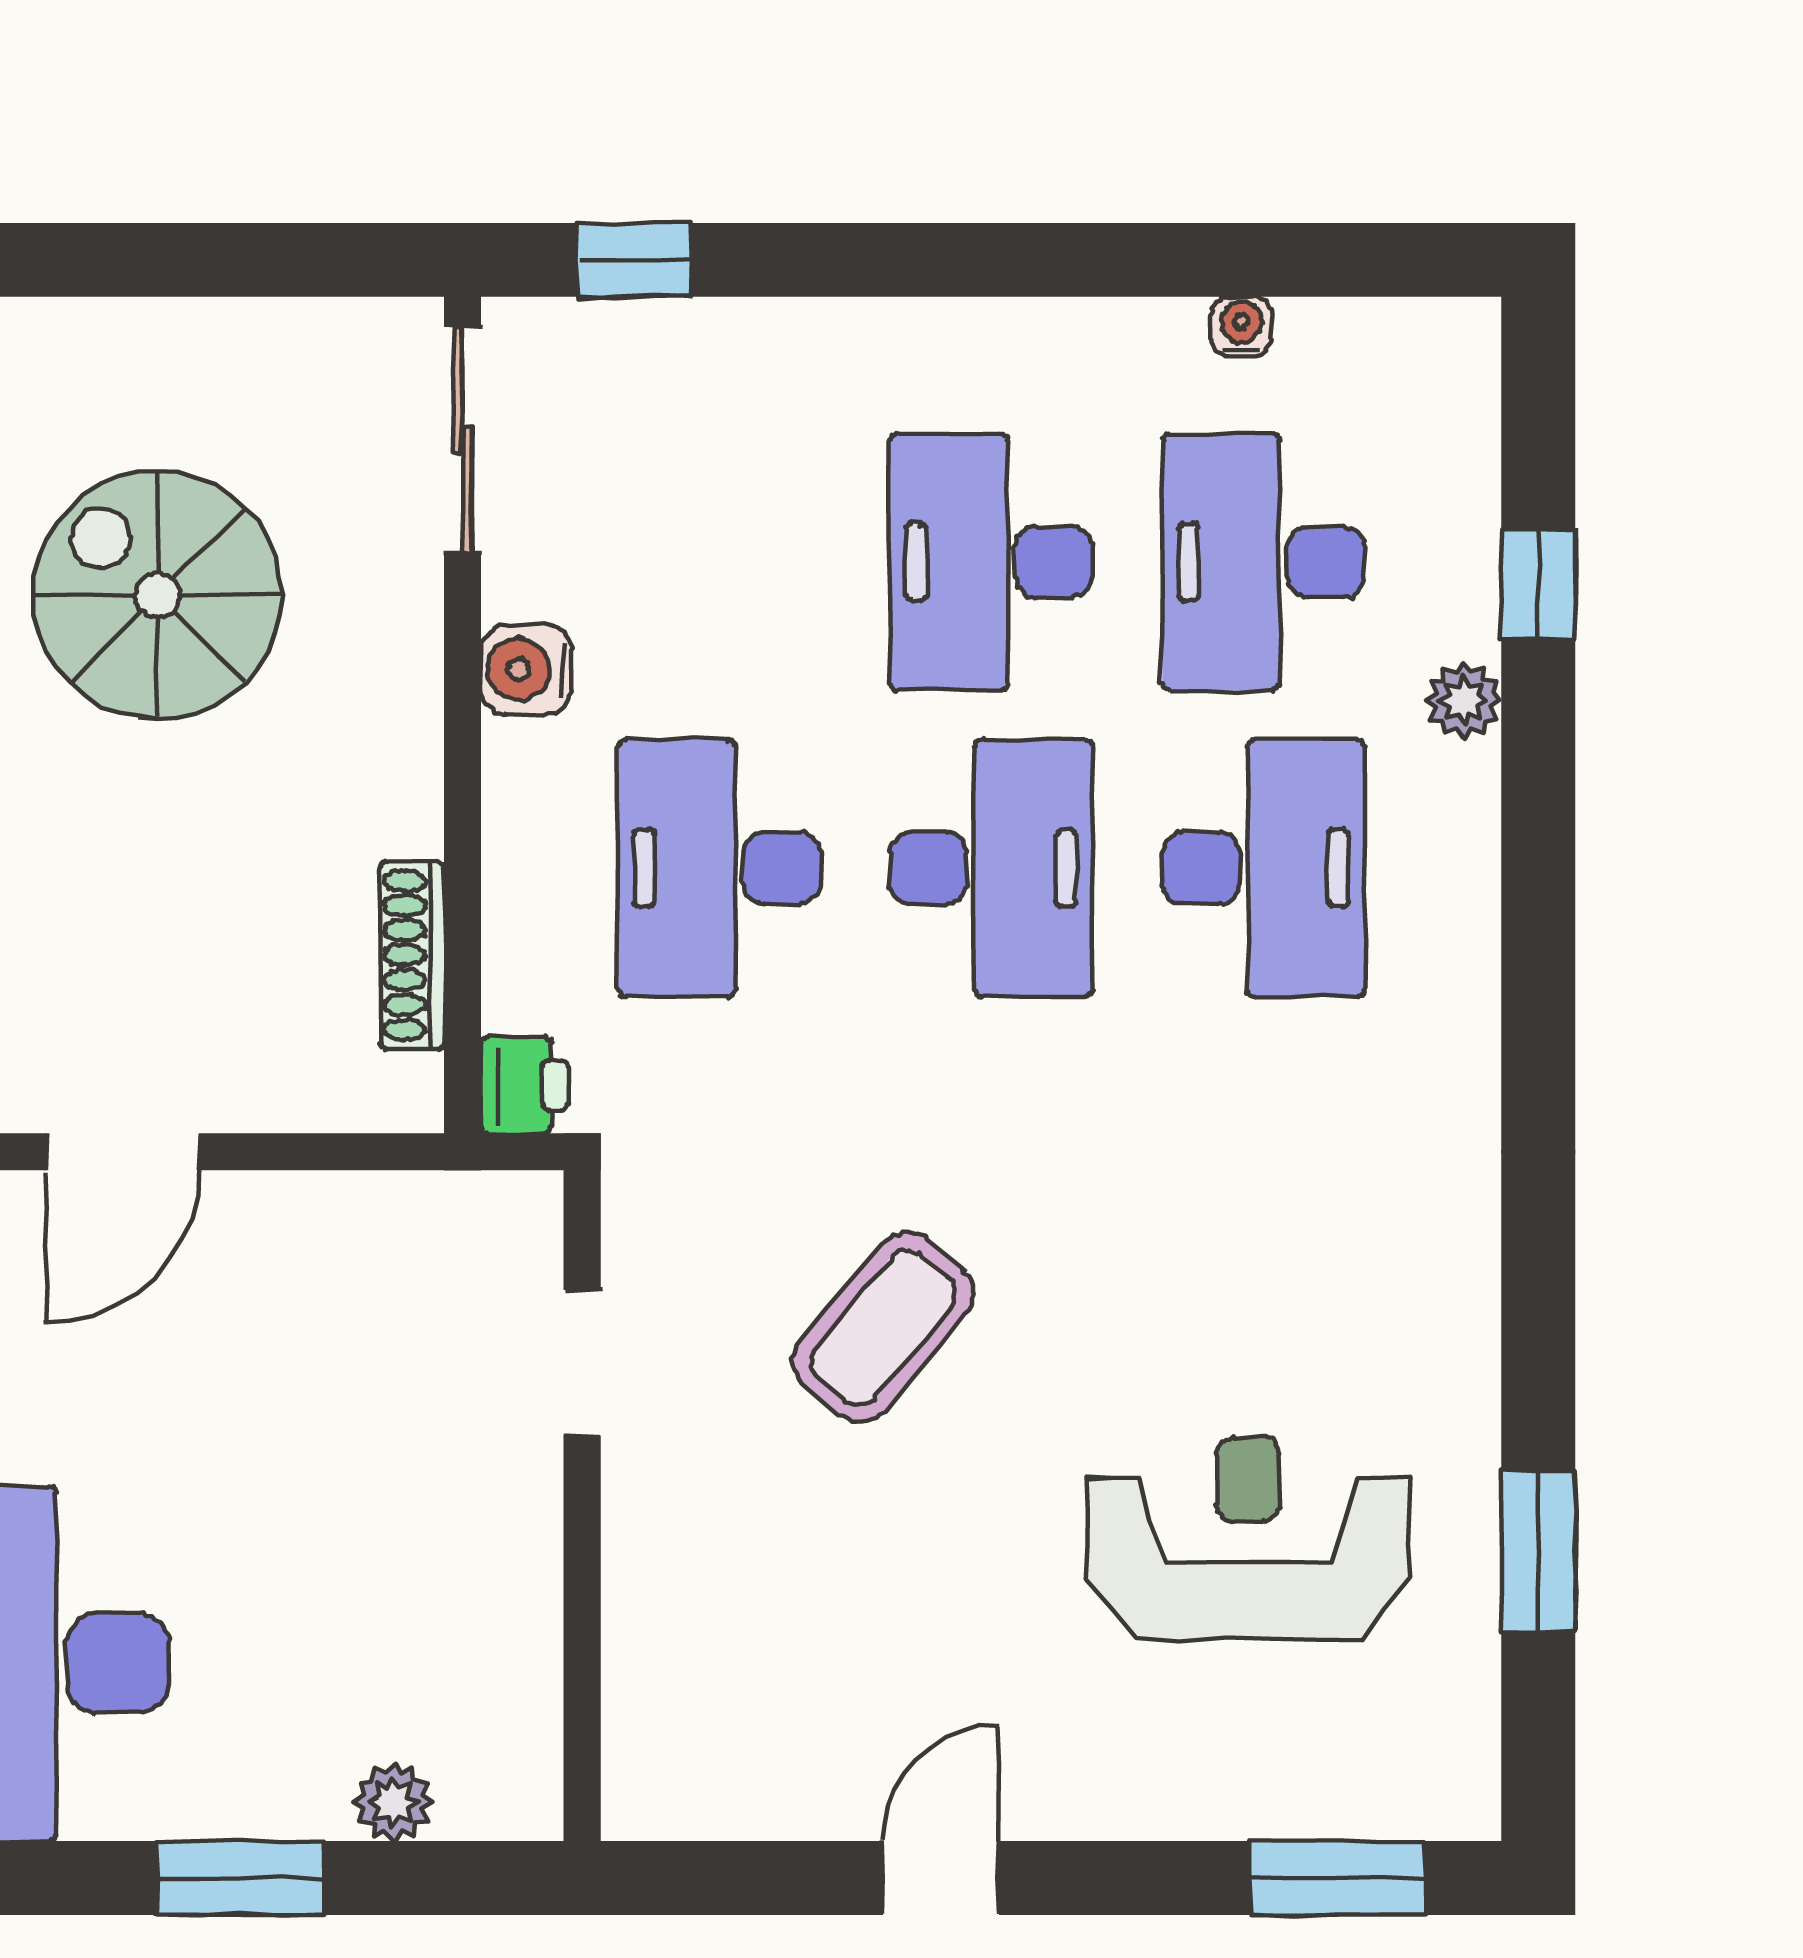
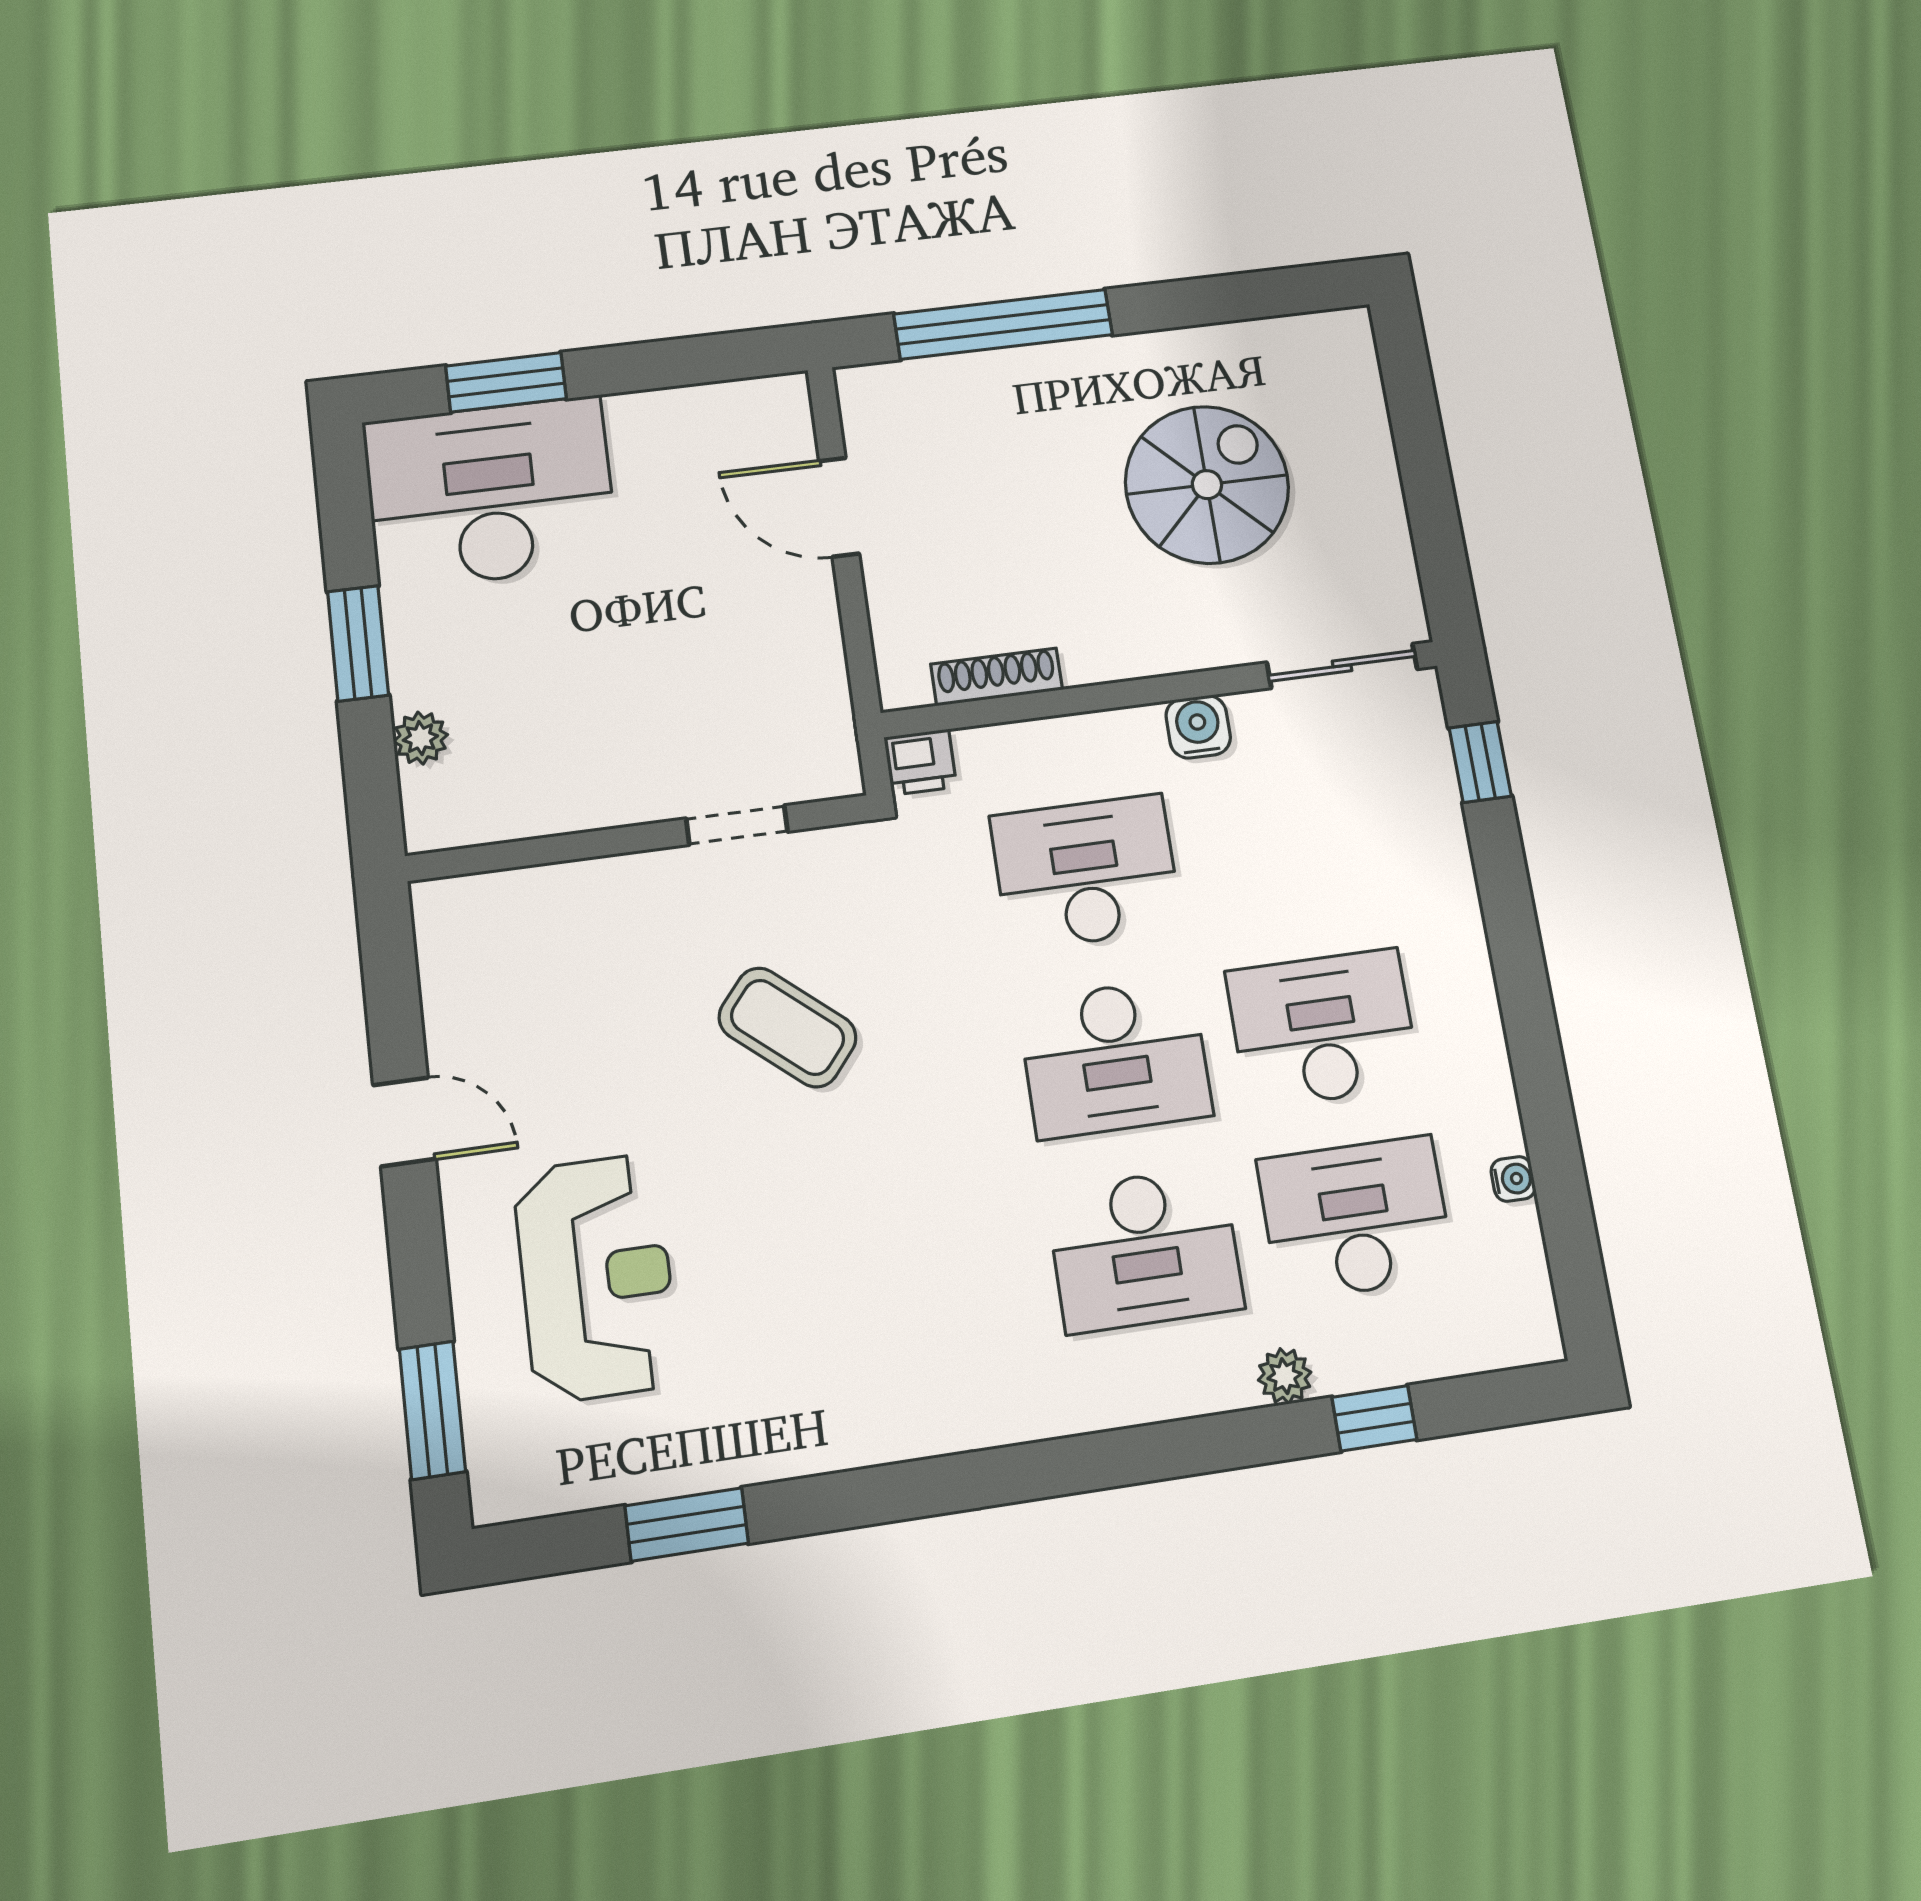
reception desk: (1248, 1538) -> (596, 1278), moved

